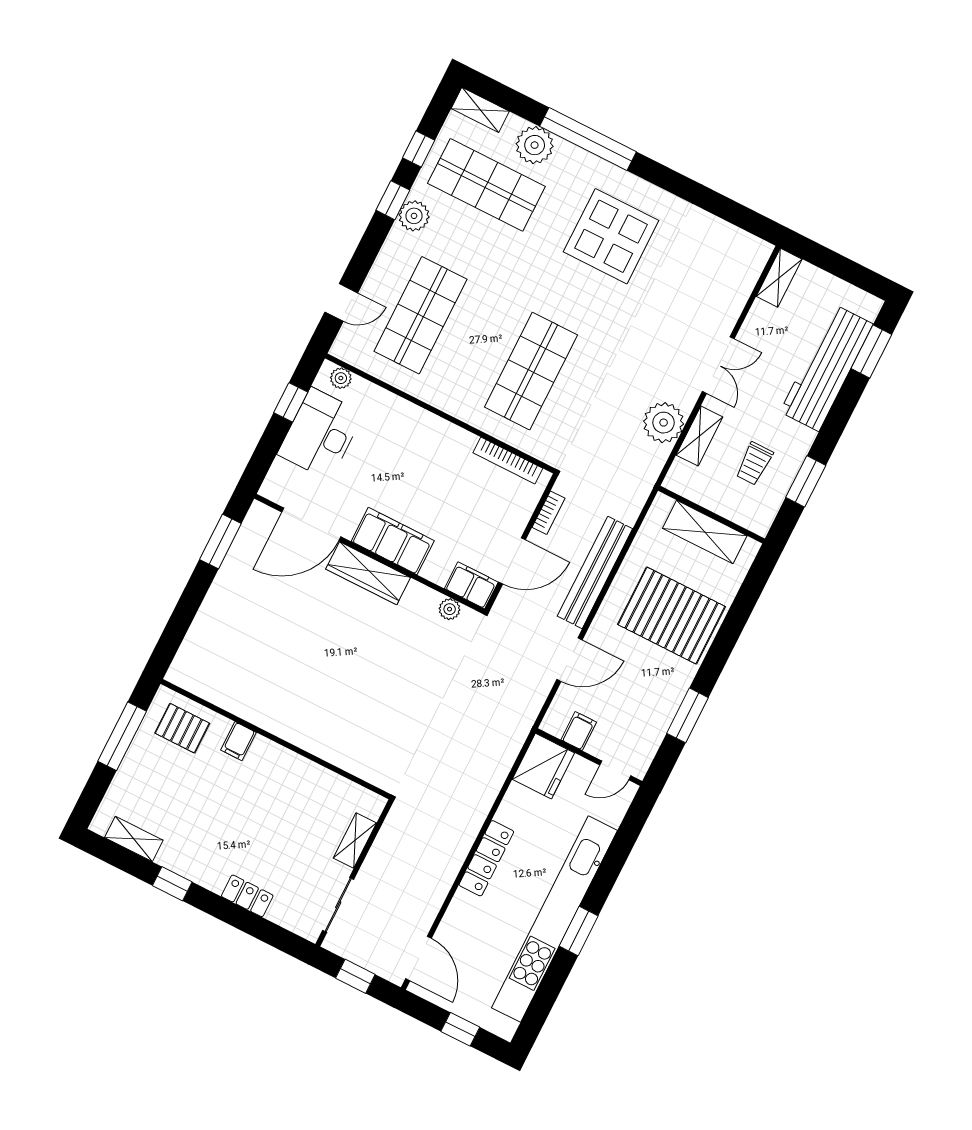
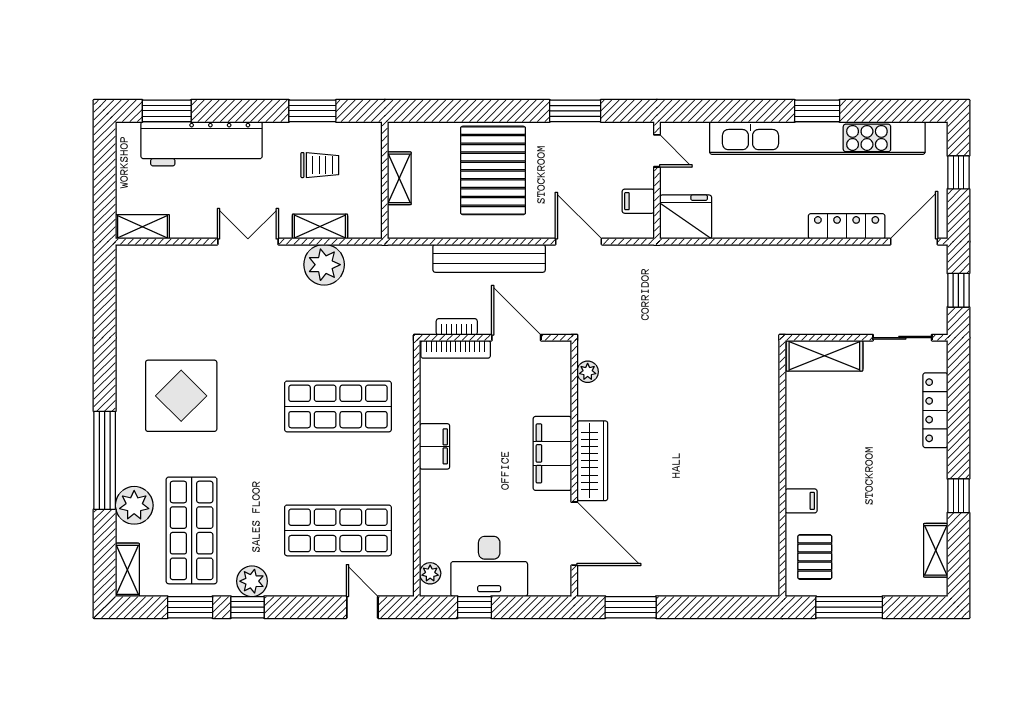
window: (419, 149) -> (190, 607), width x1.50
bookcase: (508, 461) -> (456, 349), moved, turned 90
shelving: (705, 532) -> (399, 178), width x0.67, depth x0.75
filing cabinet: (471, 585) -> (435, 446), moved, turned 180
shelving: (355, 840) -> (824, 356), width x1.50, depth x1.33
locker: (486, 858) -> (847, 226), moved
locker: (247, 896) -> (935, 410), width x1.53

